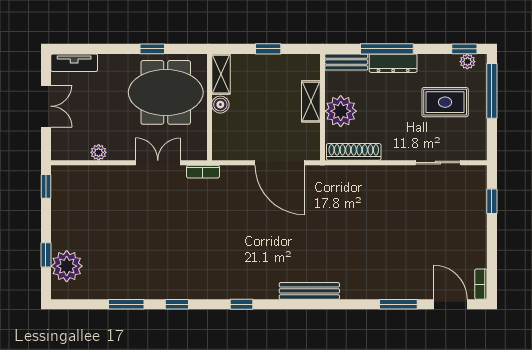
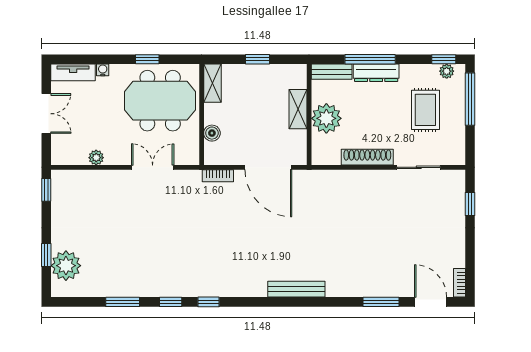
water cooler: (105, 60) -> (103, 70), added
rug: (445, 102) -> (425, 110), turned 90
boiler: (220, 105) -> (212, 133), moved
shoe rack: (354, 152) -> (367, 157), moved
bookcase: (203, 172) -> (218, 176), moved
window: (241, 304) -> (208, 302), moved

